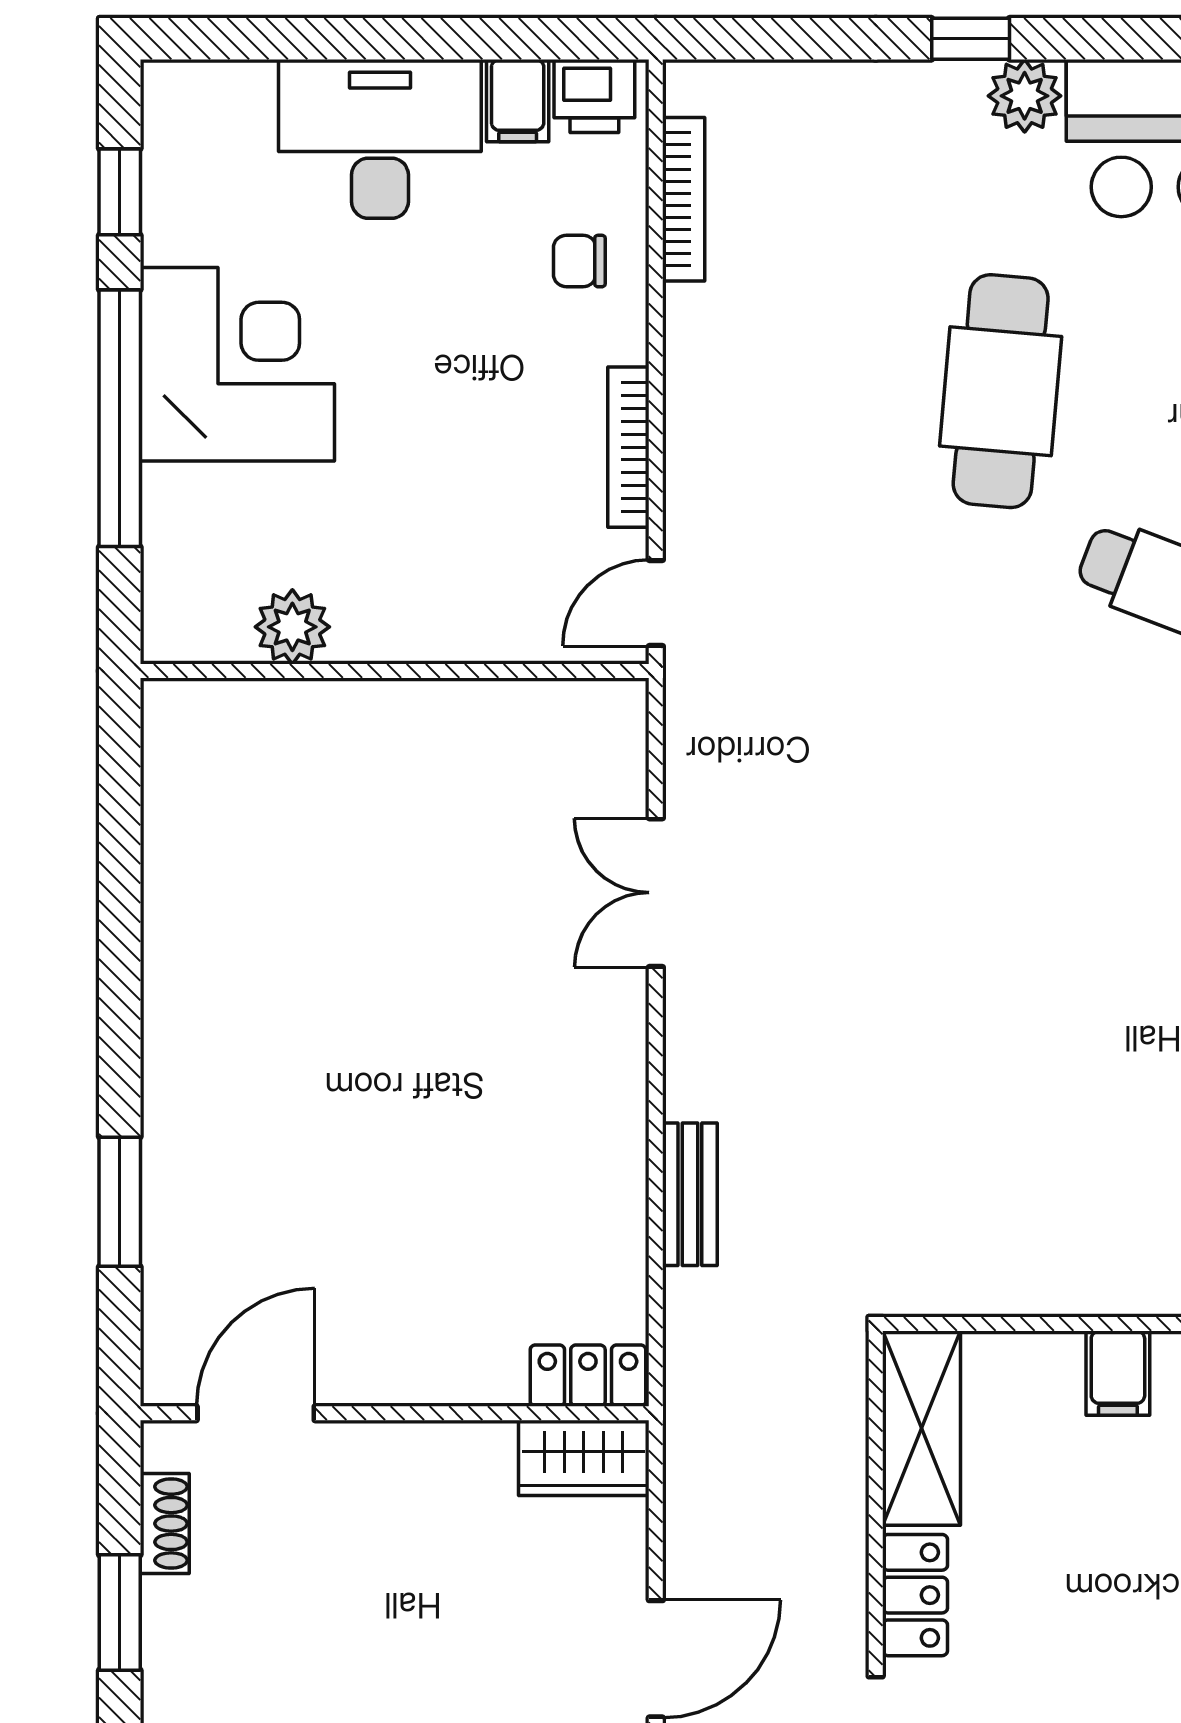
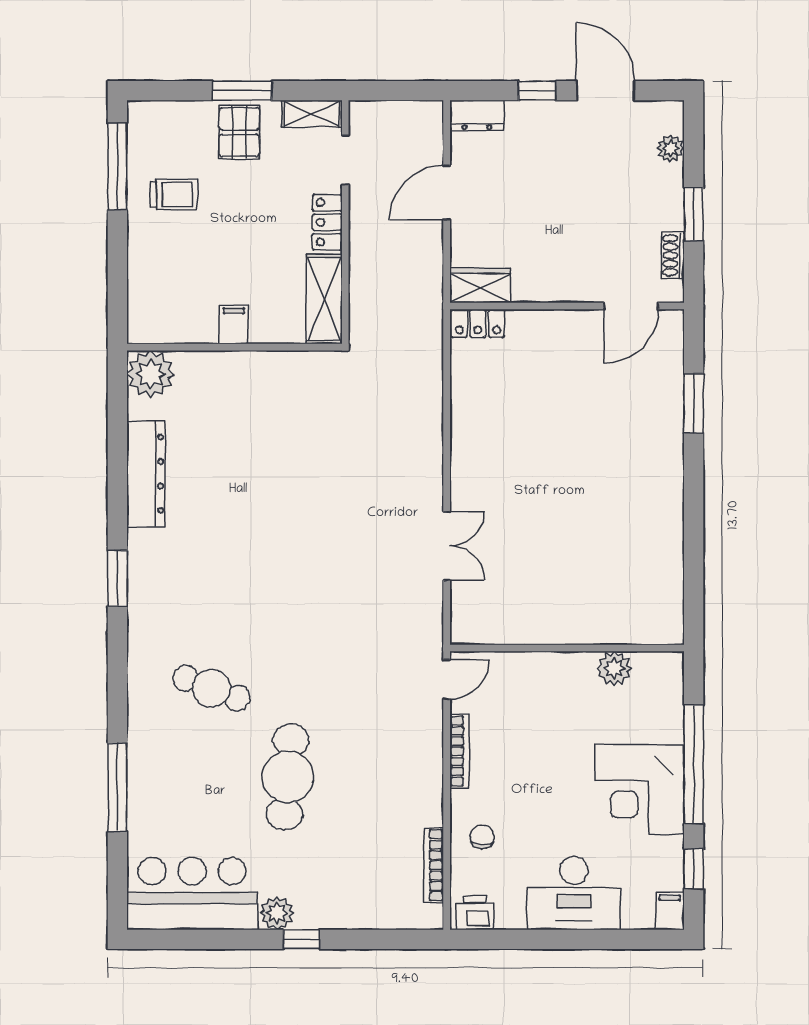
filing cabinet: (518, 101) -> (670, 911), moved
chair: (579, 261) -> (482, 837), turned -90
bench: (690, 1194) -> (431, 407), removed

